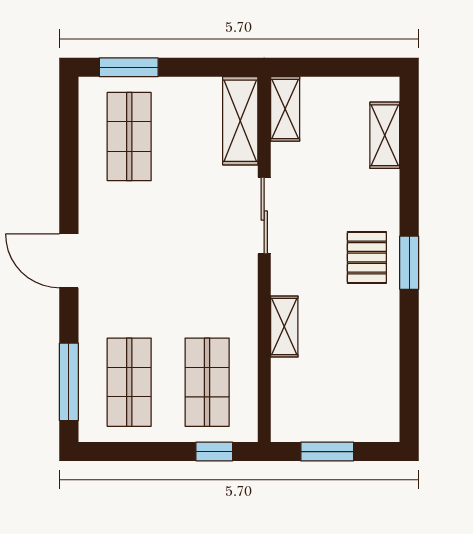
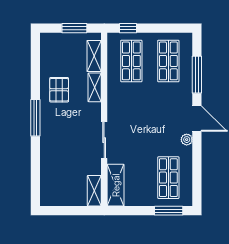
shelving: (385, 135) -> (94, 56), moved
plant: (91, 217) -> (187, 140), added
pallet: (367, 257) -> (59, 90), moved
window: (409, 263) -> (35, 118), width x1.44
window: (69, 382) -> (197, 75), moved

